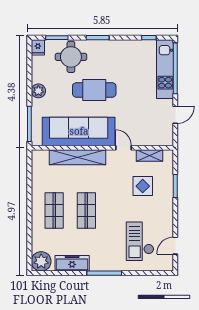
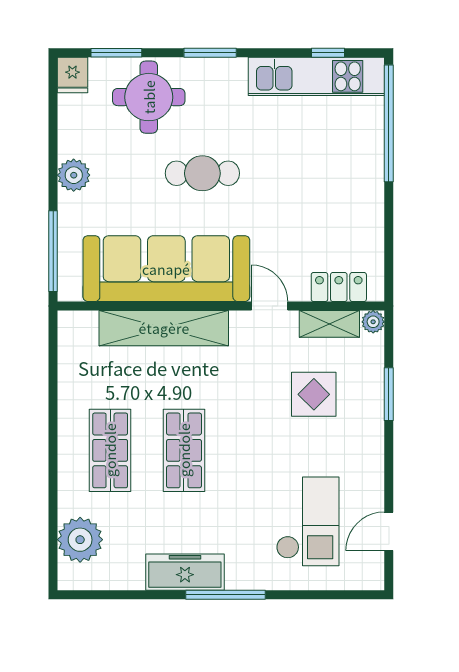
kitchen unit: (165, 69) -> (316, 76), moved, turned -90
cafe table: (94, 90) -> (202, 173), width x0.73, depth x0.74
door: (175, 115) -> (389, 230), removed
locker: (154, 139) -> (339, 287), added
plant: (168, 155) -> (373, 322), added
checkout: (140, 241) -> (308, 521), turned 180
plant: (41, 261) -> (80, 540), moved
freezer: (72, 263) -> (185, 572), moved

